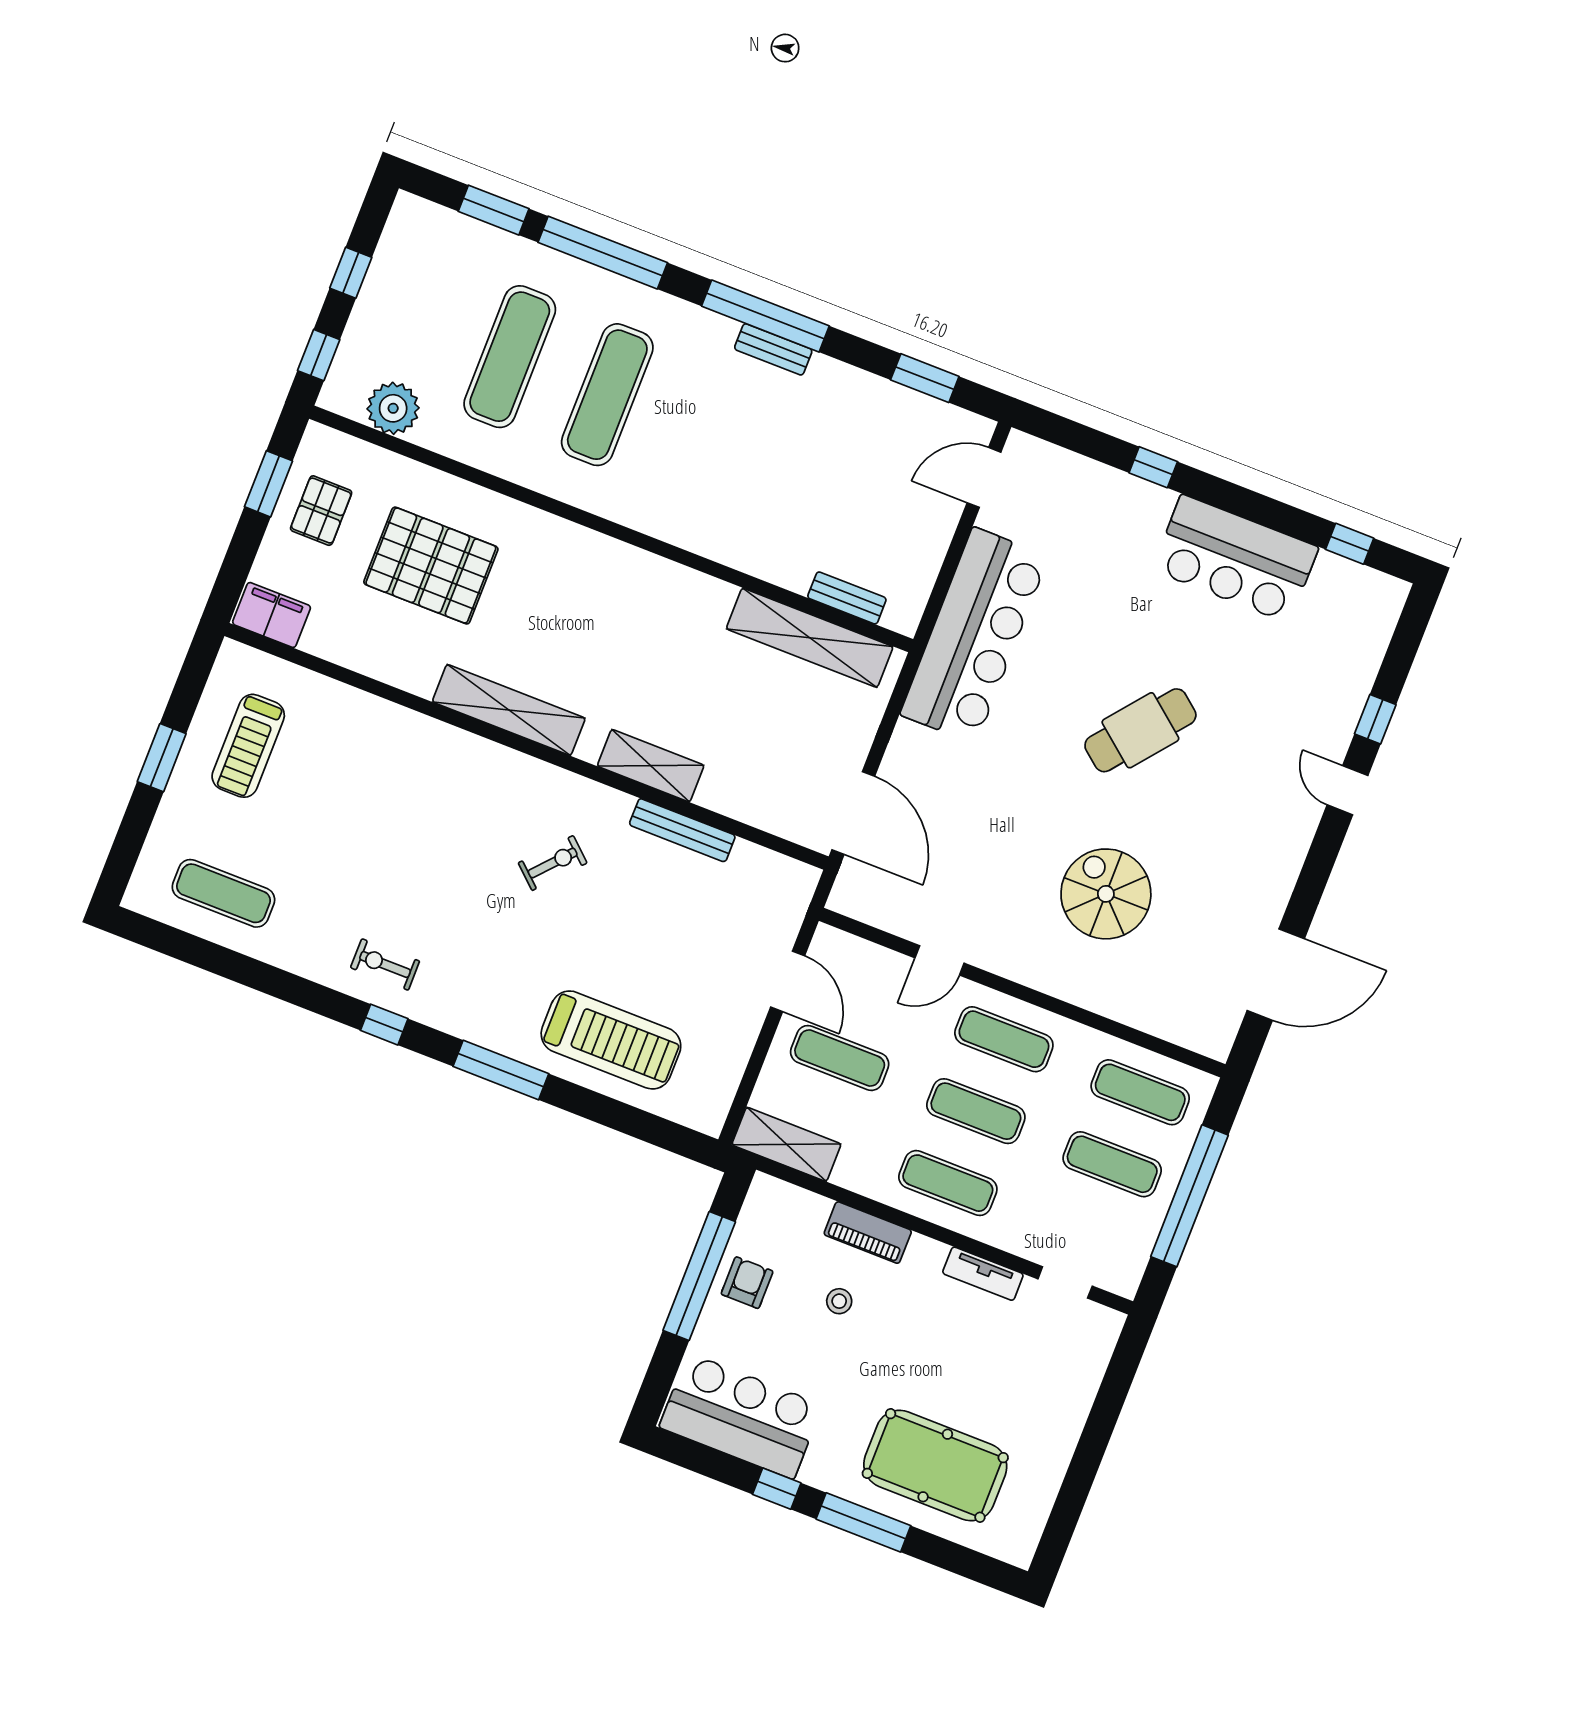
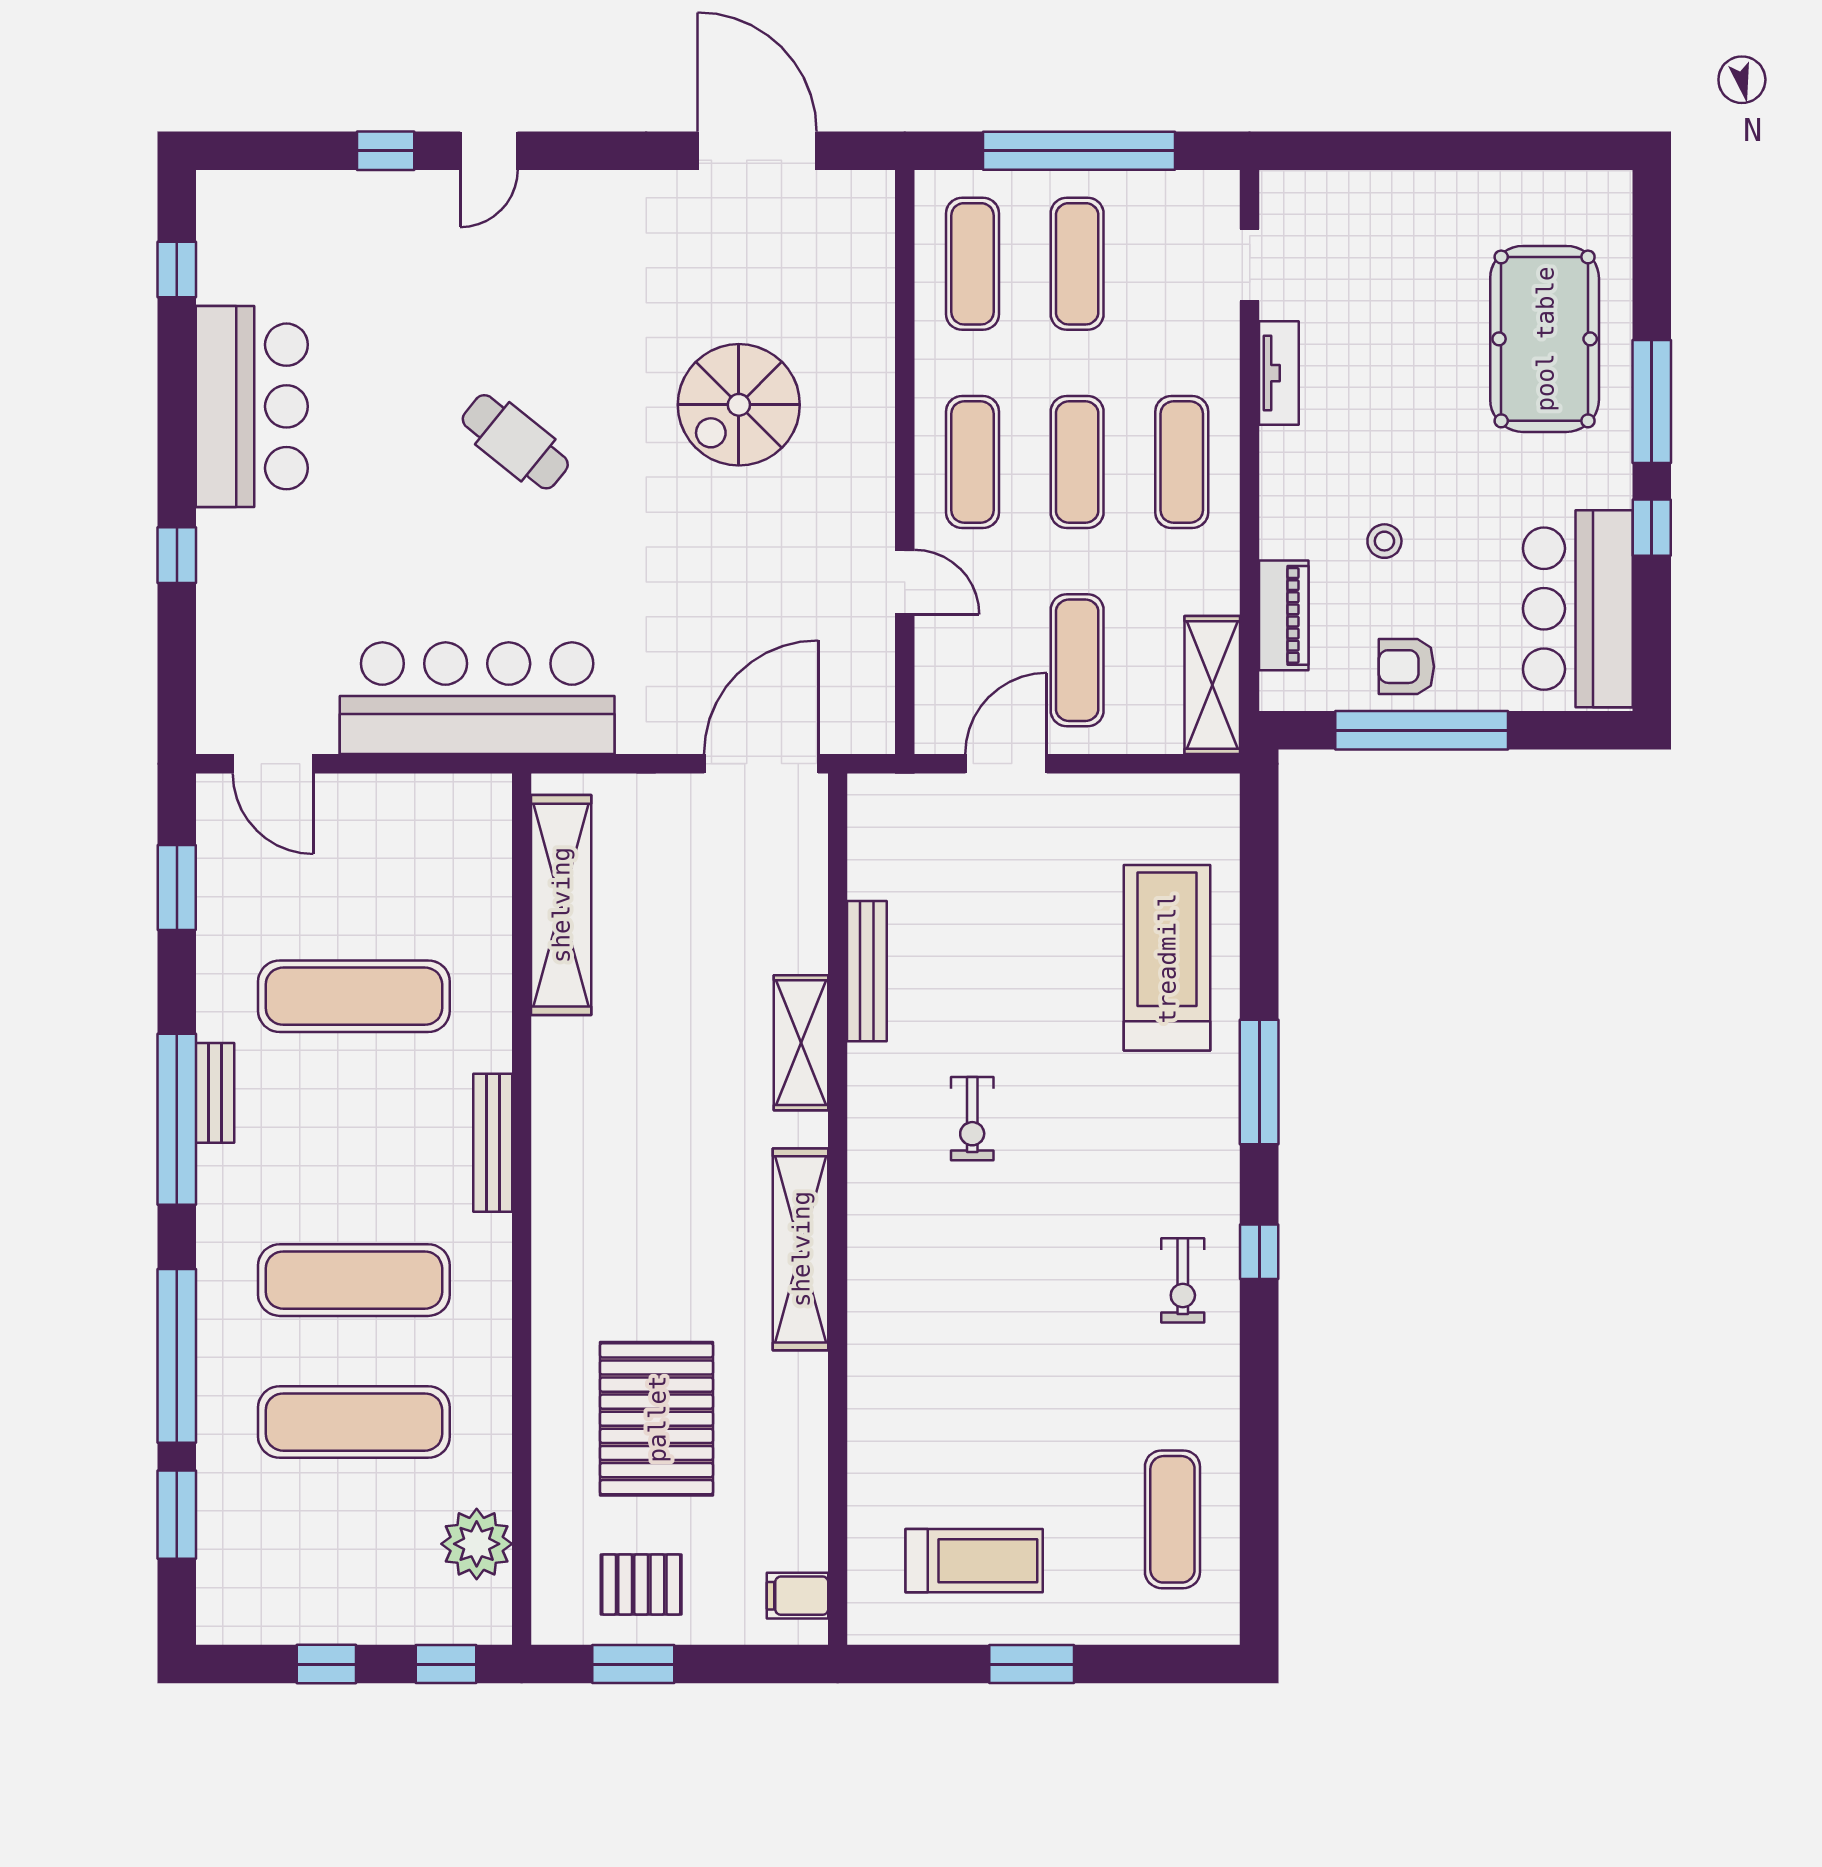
exercise mat: (803, 471) -> (354, 996), added
bench: (847, 598) -> (493, 1143), moved, width x1.36
filing cabinet: (272, 615) -> (797, 1596), width x0.50
cafe table: (1140, 730) -> (515, 442), width x0.73, depth x0.74
exercise bike: (553, 863) -> (972, 1119), turned -132
piano: (868, 1233) -> (1284, 615), moved

